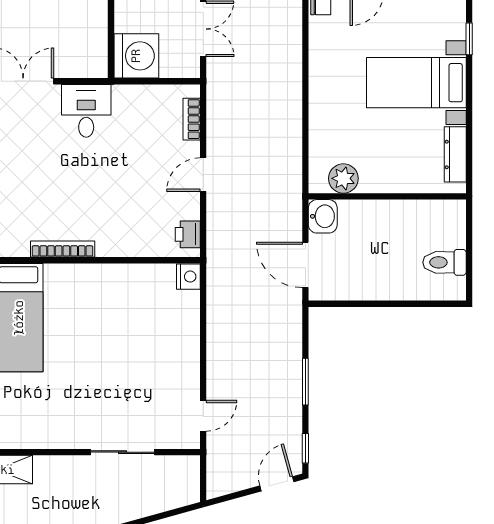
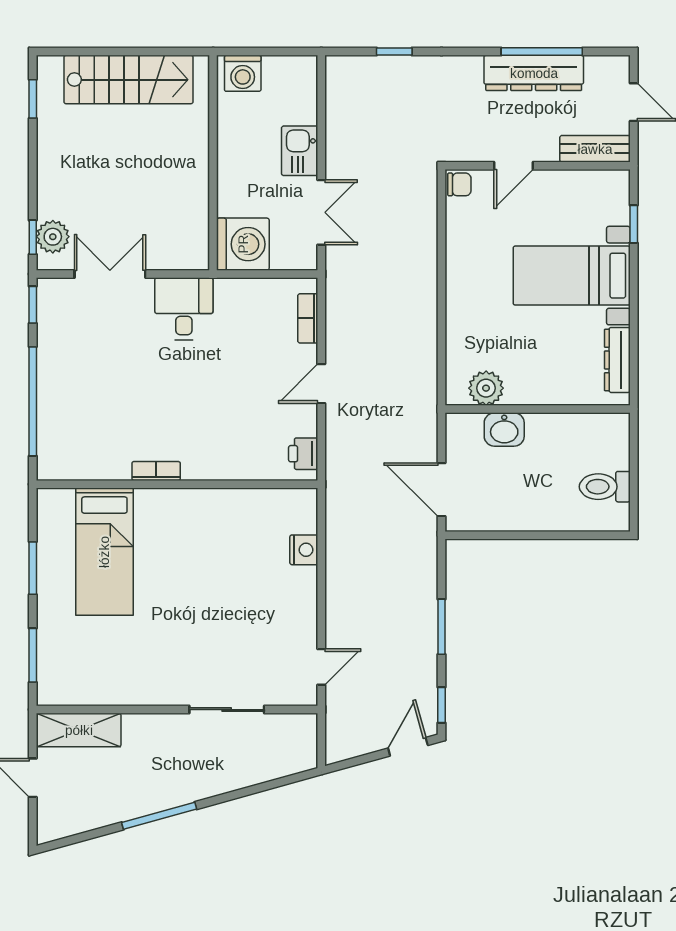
washbasin: (323, 216) -> (504, 429), moved, turned 90
bookcase: (63, 249) -> (156, 471), width x0.64
nightstand: (188, 277) -> (304, 550), moved

